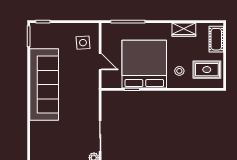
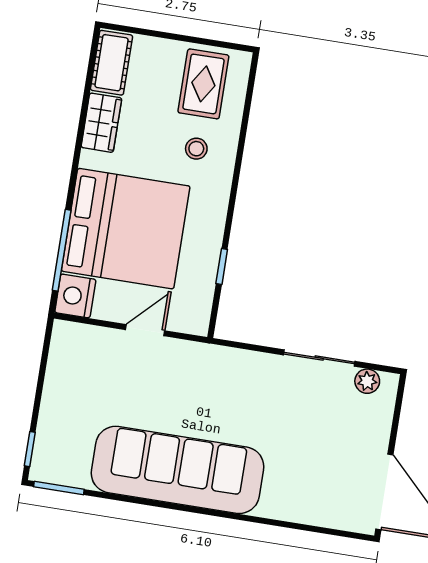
nightstand: (110, 30) -> (75, 296), added
cot: (216, 39) -> (112, 63), moved, turned 90
side table: (83, 43) -> (94, 363), removed
bed: (144, 64) -> (126, 229), moved, turned 180

